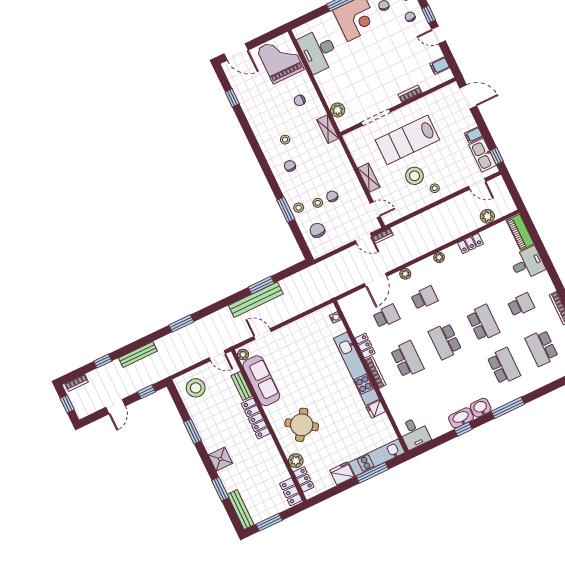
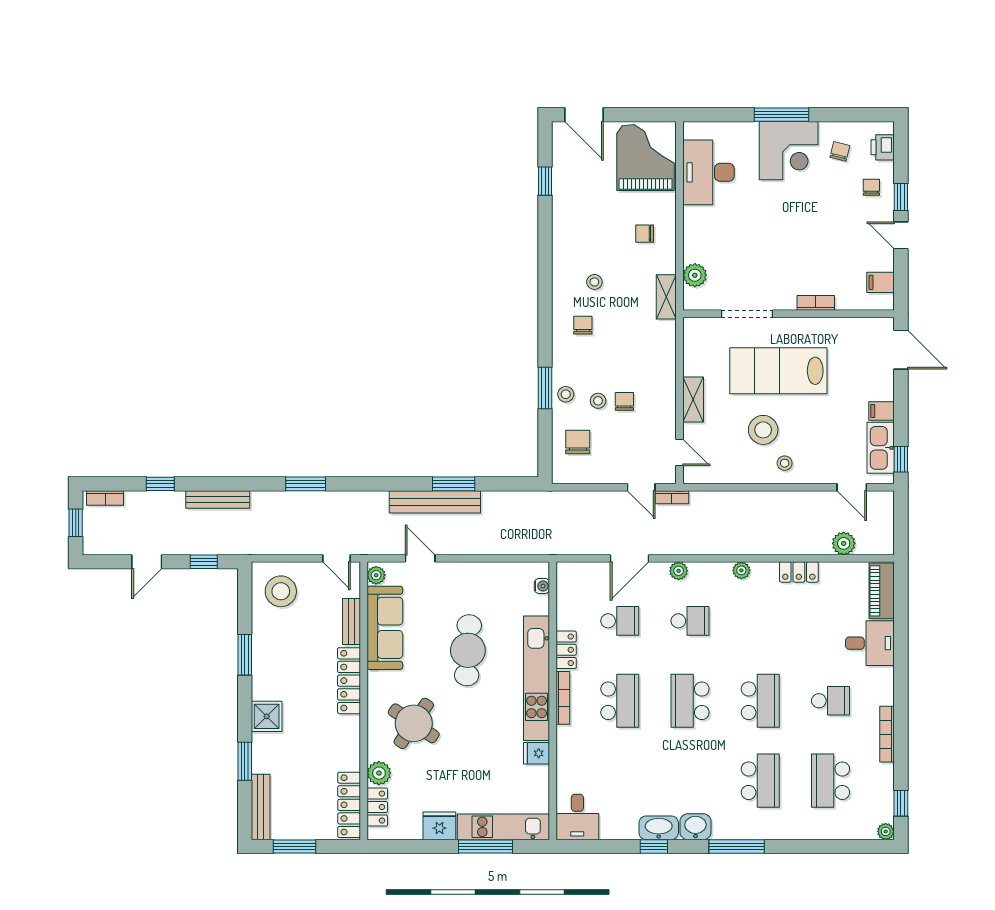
cafe table: (312, 371) -> (468, 650), added
locker: (291, 492) -> (349, 805), width x1.53

